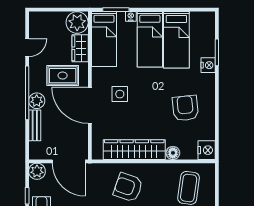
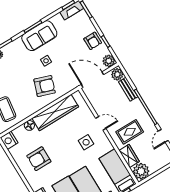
plant: (37, 101) -> (117, 74), moved
door: (90, 105) -> (101, 123), width x0.53
armchair: (185, 108) -> (39, 159), turned 96

